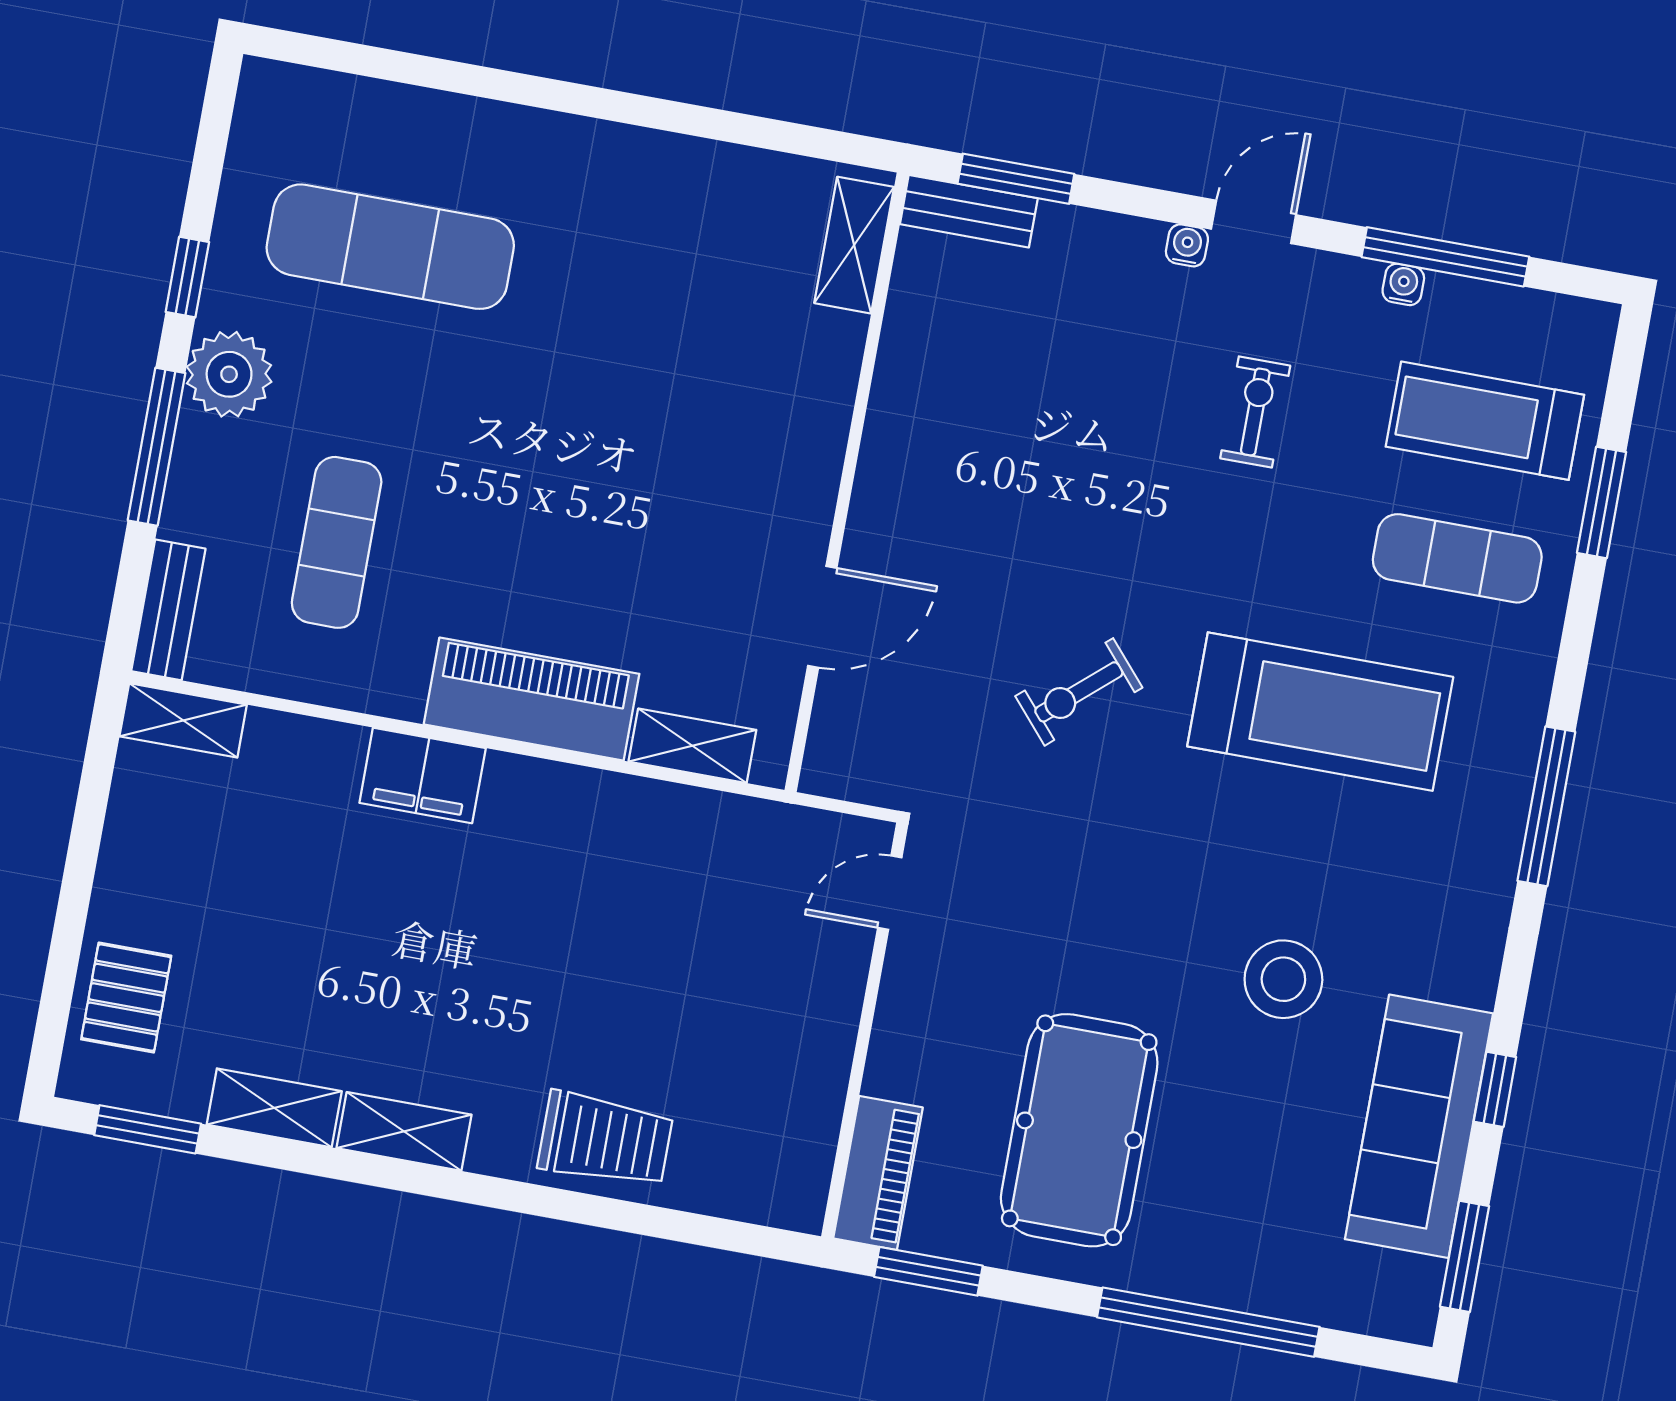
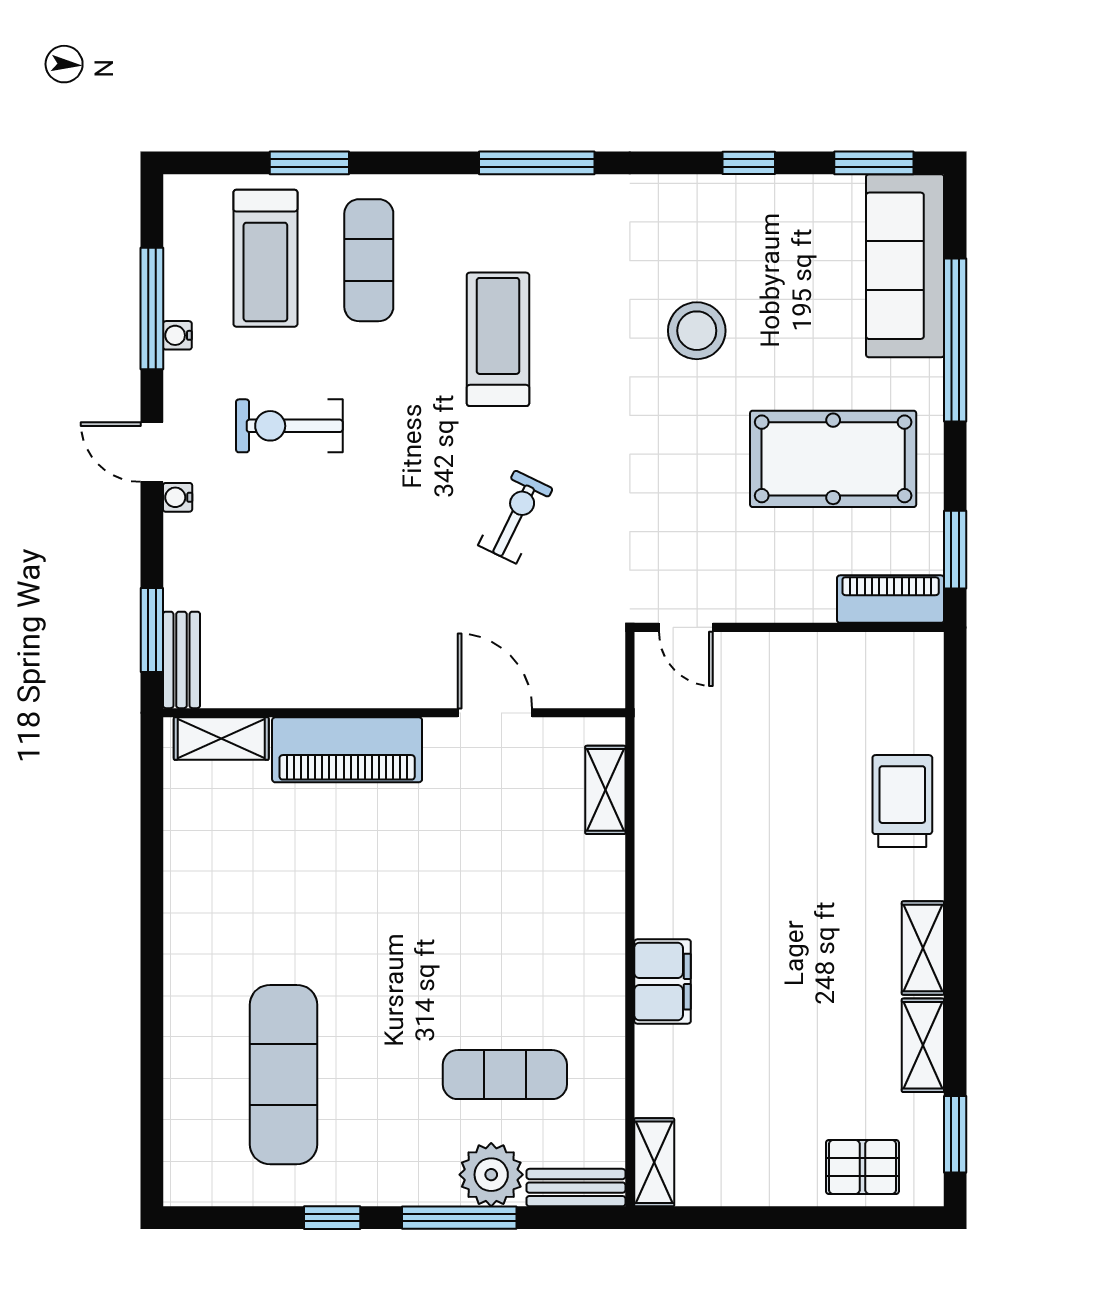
plant: (229, 374) -> (491, 1175), moved
exercise bike: (1255, 412) -> (289, 426), width x1.38, depth x1.39
exercise bike: (1079, 692) -> (515, 517), turned -113
piano: (532, 699) -> (347, 750), moved, turned -90
treadmill: (1320, 712) -> (498, 339), width x0.73, depth x0.73
sofa: (1419, 1126) -> (905, 266), moved, turned 90

